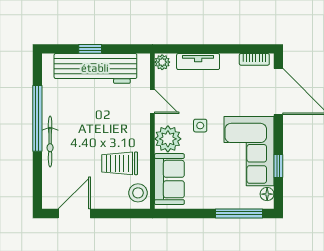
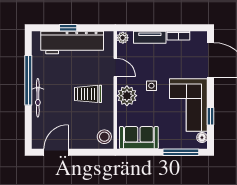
bookcase: (254, 59) -> (178, 36), moved
trolley: (120, 163) -> (88, 94), moved
sofa: (169, 179) -> (139, 138), moved, turned -90

